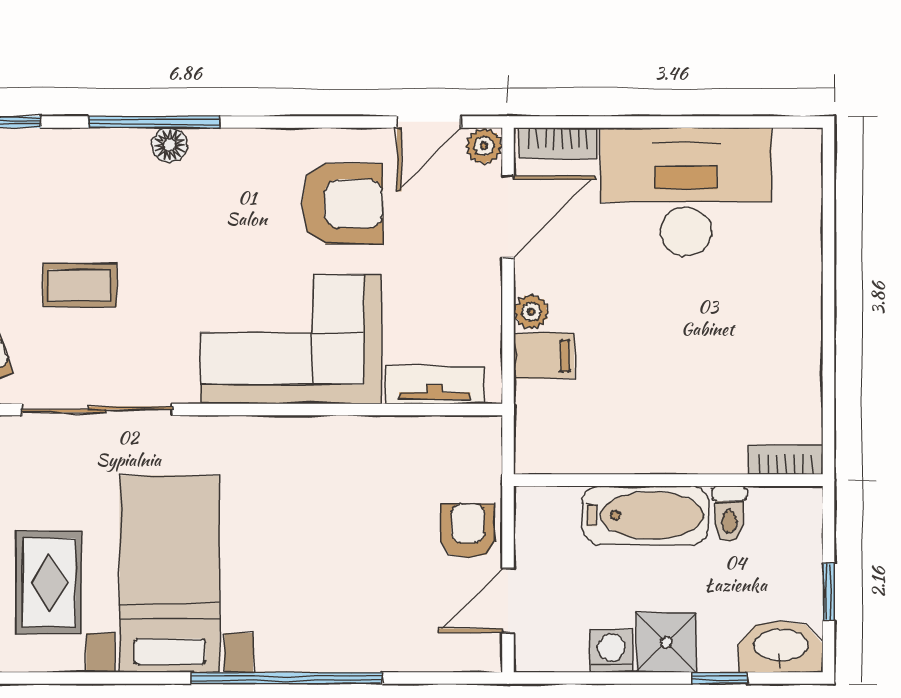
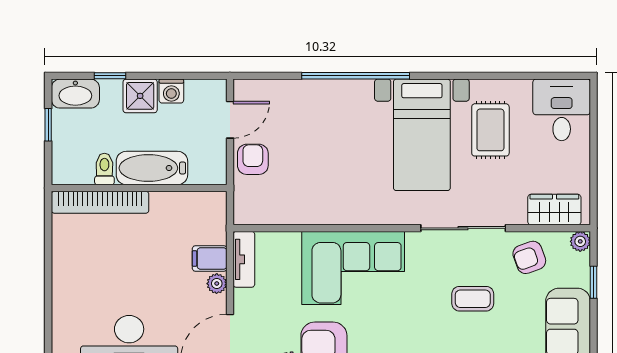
tv unit: (435, 385) -> (244, 259), moved, turned -90
bookcase: (786, 460) -> (100, 202), width x2.31, depth x1.31
armchair: (468, 531) -> (253, 159), turned 180

